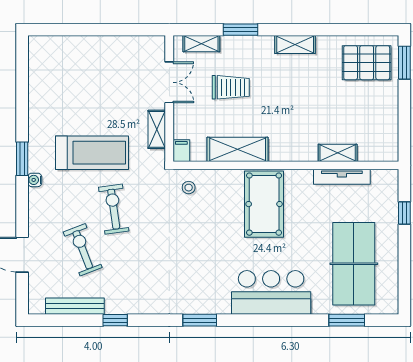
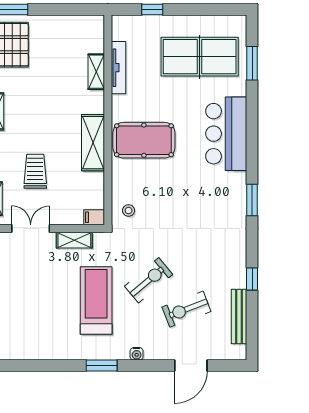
shelving: (238, 149) -> (93, 143), moved
water cooler: (35, 180) -> (137, 354), moved
exercise bike: (114, 209) -> (149, 280), turned 148

